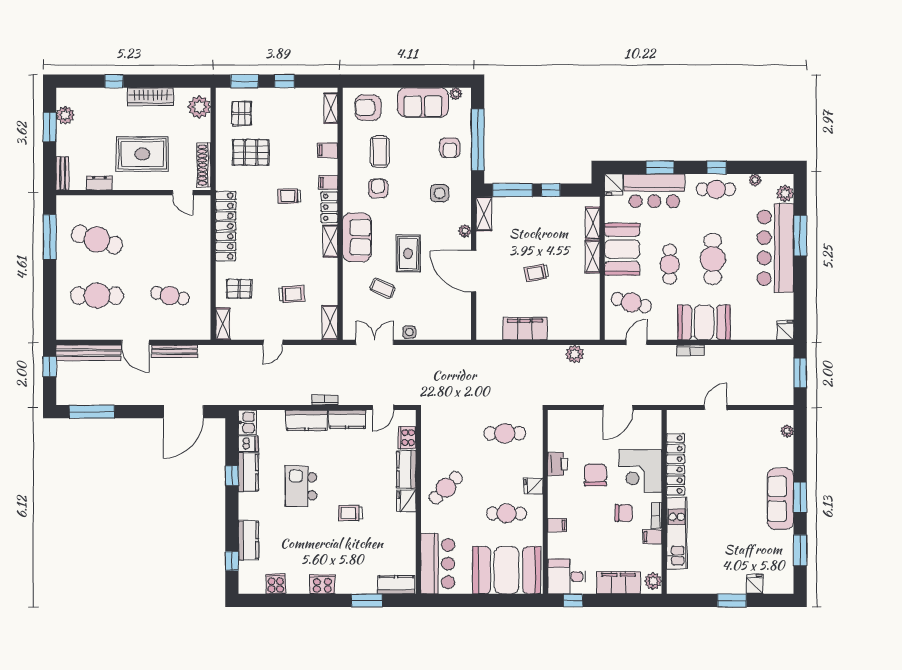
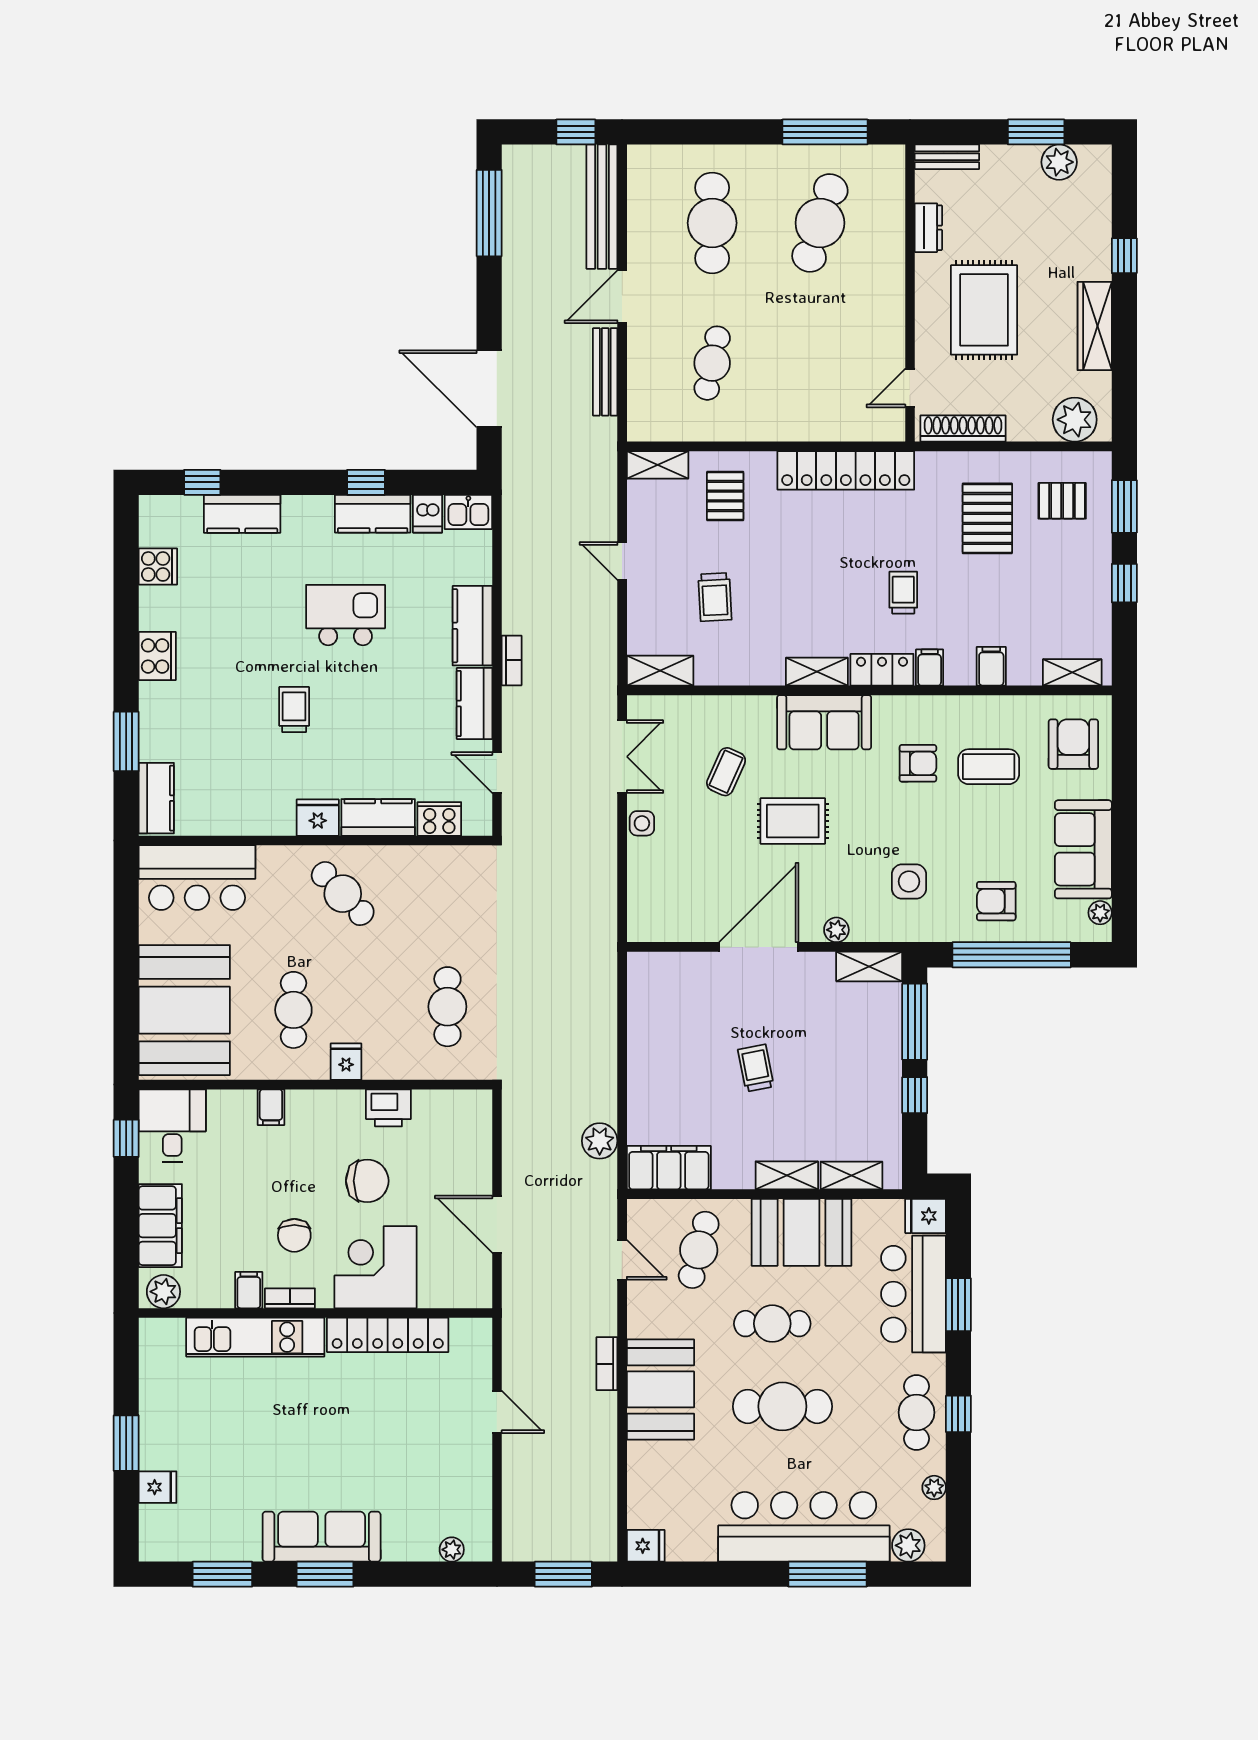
filing cabinet: (525, 329) -> (669, 1168), moved, turned -90

